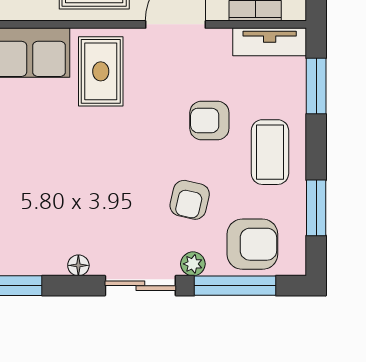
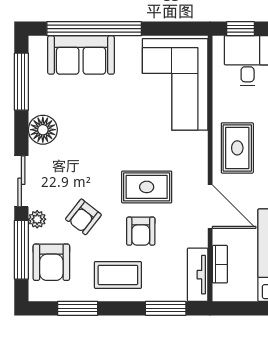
rug: (101, 71) -> (147, 187), moved
armchair: (209, 120) -> (141, 231), turned 180
armchair: (190, 200) -> (83, 217), turned -65
floor lamp: (78, 265) -> (43, 130), width x1.89, depth x1.89

